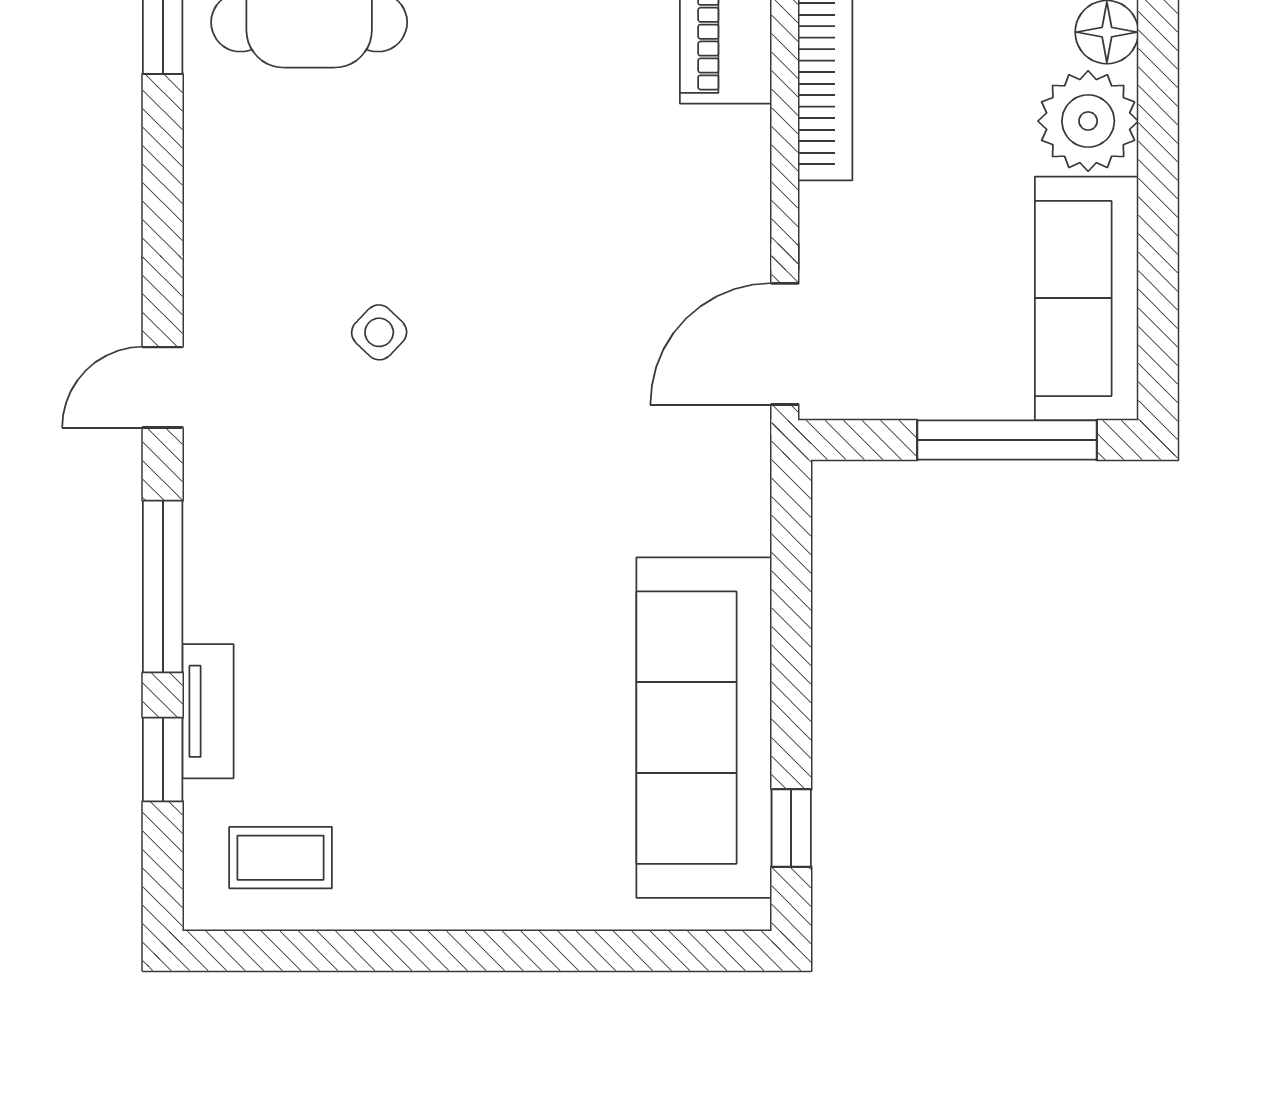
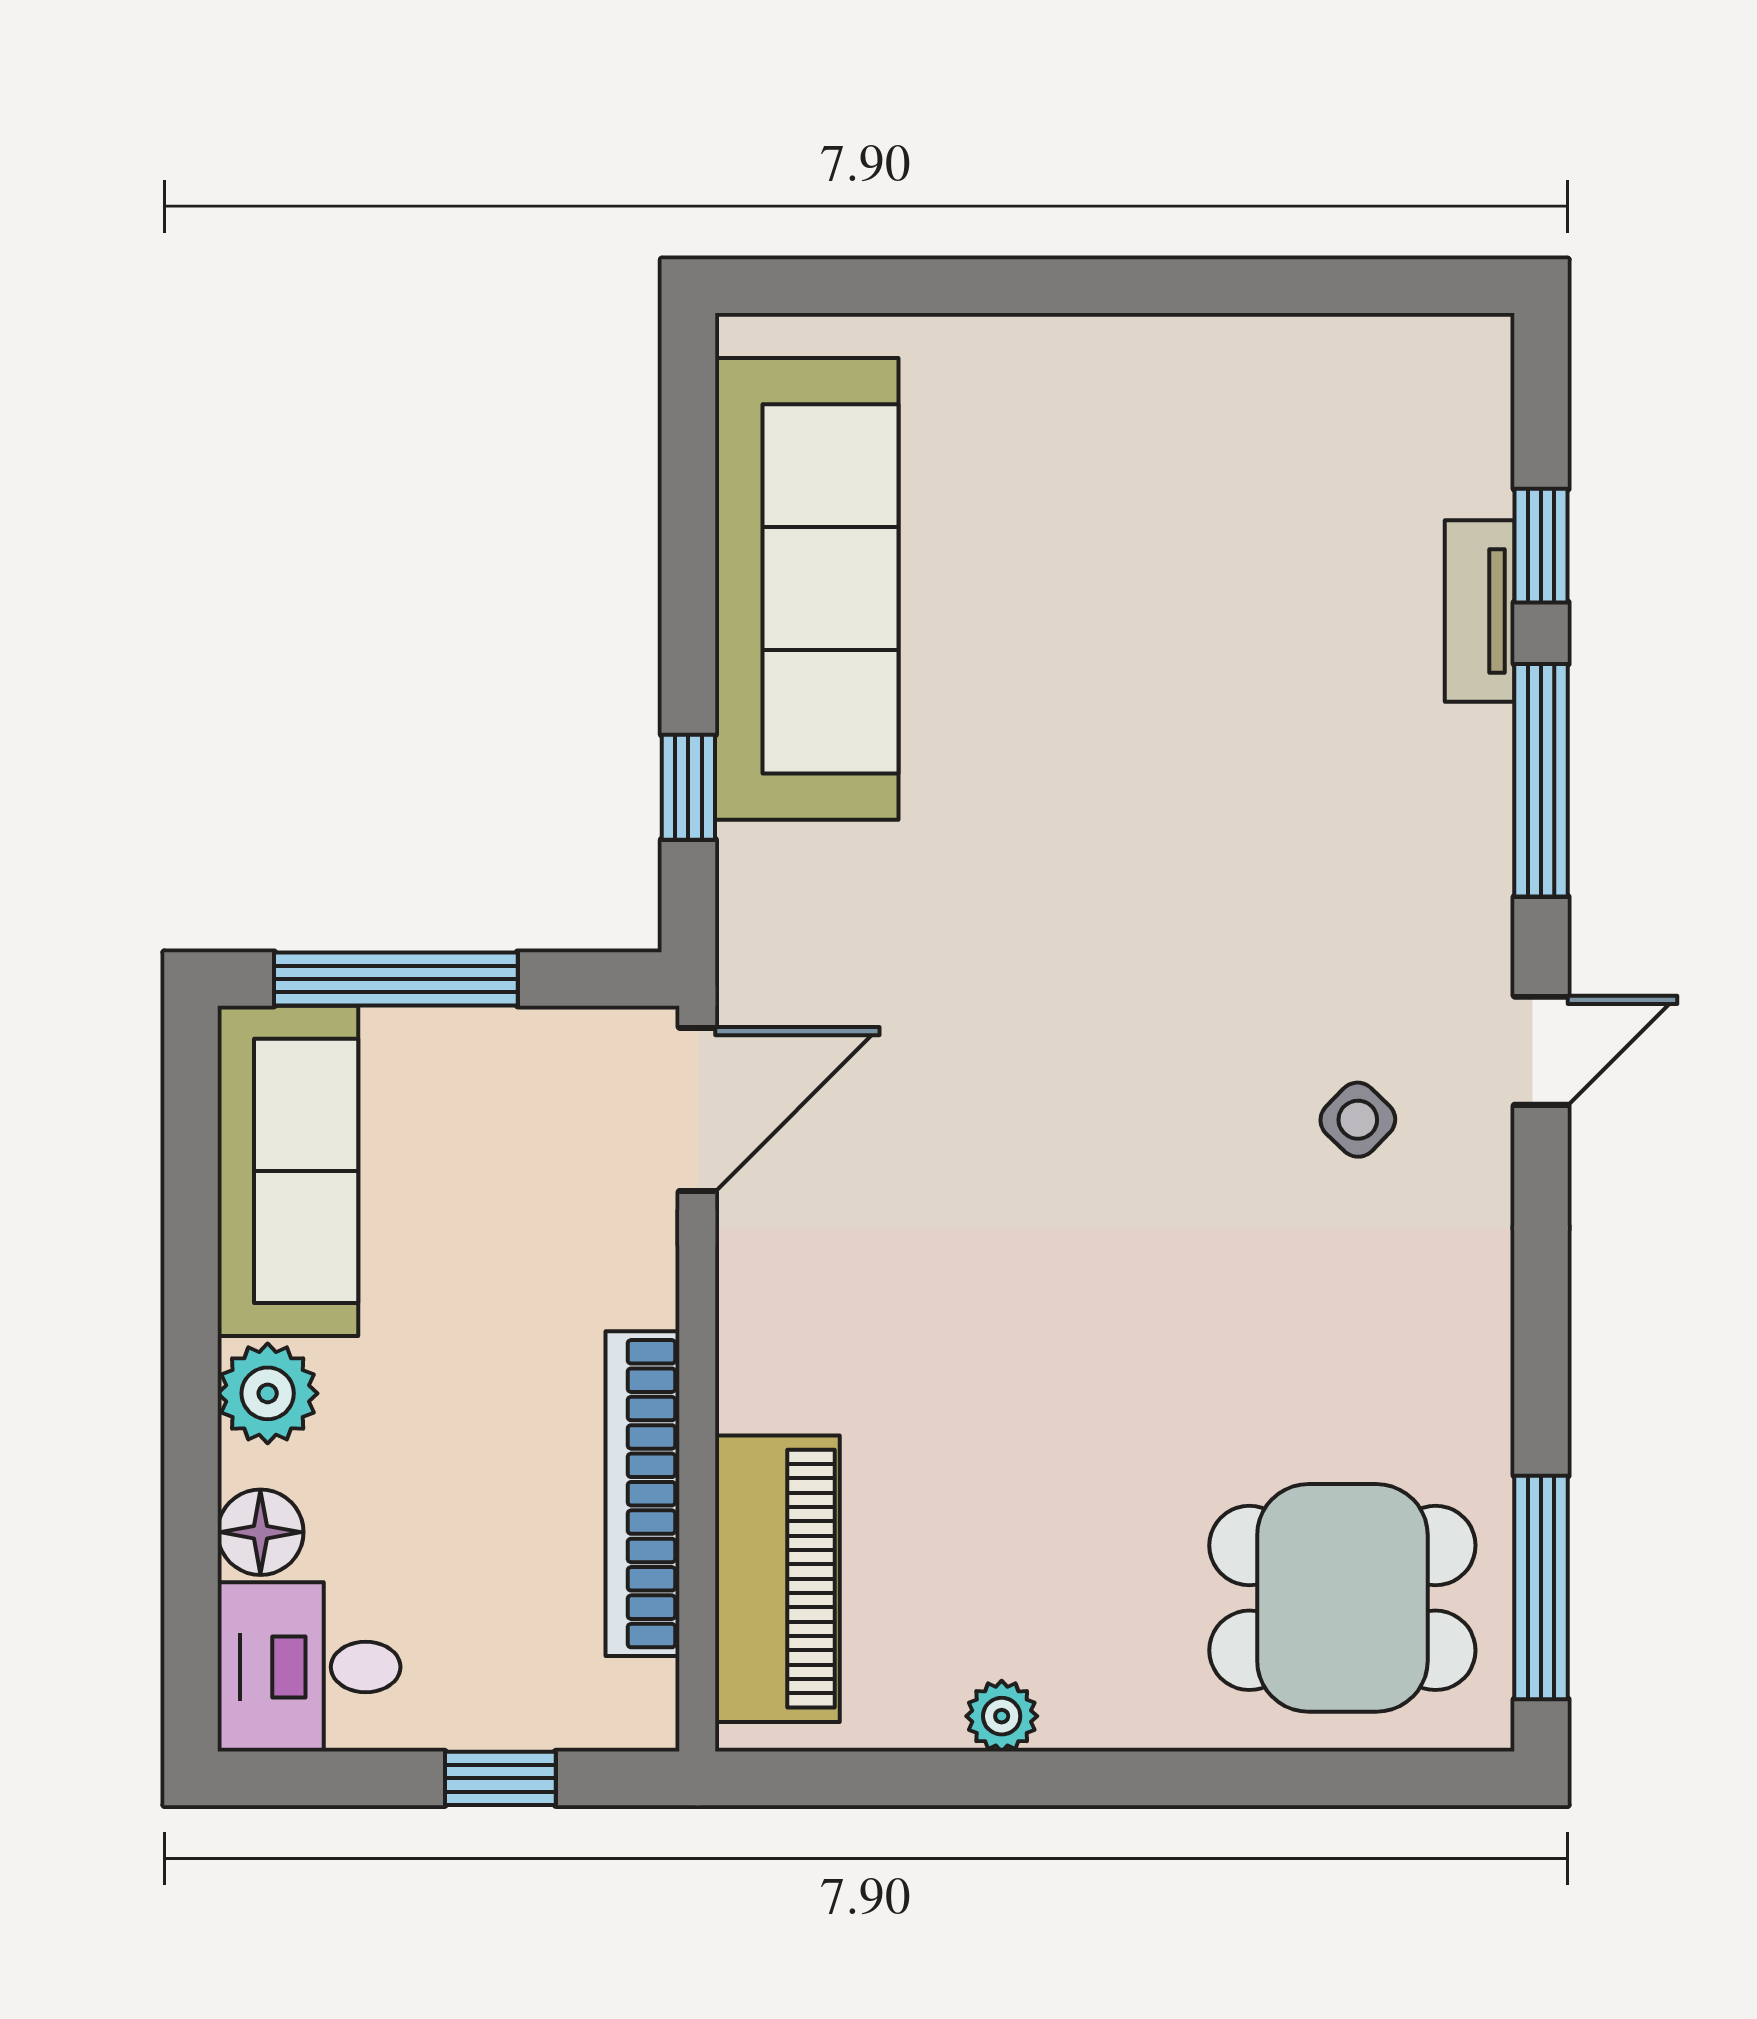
plant: (1088, 121) -> (268, 1393), width x0.73, depth x0.73
side table: (379, 332) -> (1358, 1120), moved
window: (791, 828) -> (688, 787), moved
coffee table: (281, 858) -> (1381, 413), removed

